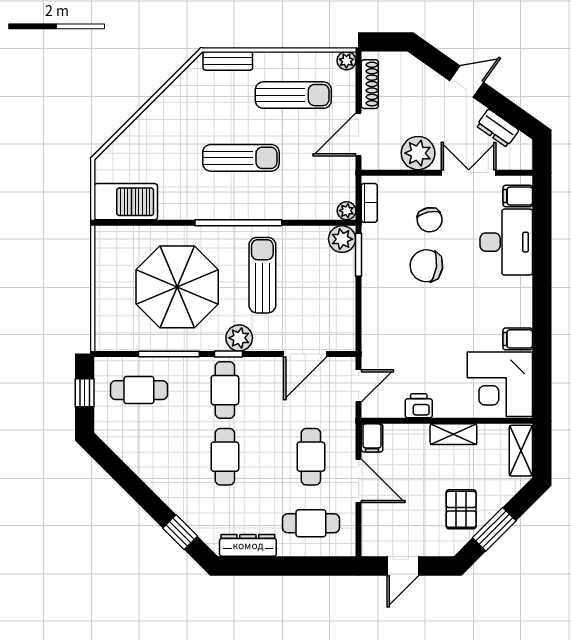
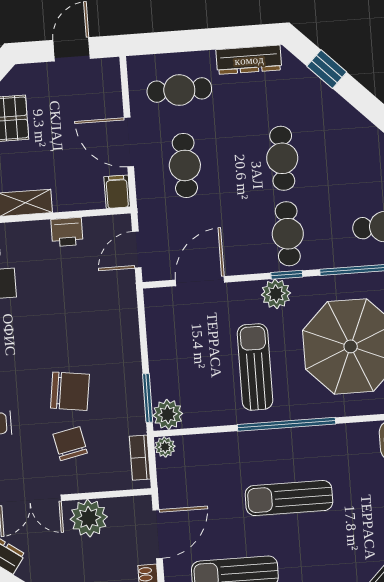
sun lounger: (262, 275) -> (255, 367), turned 180

